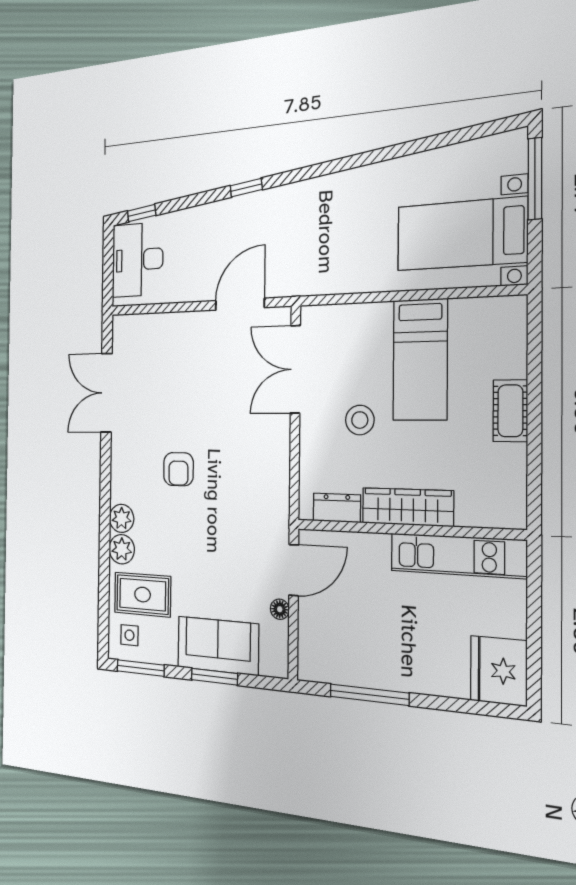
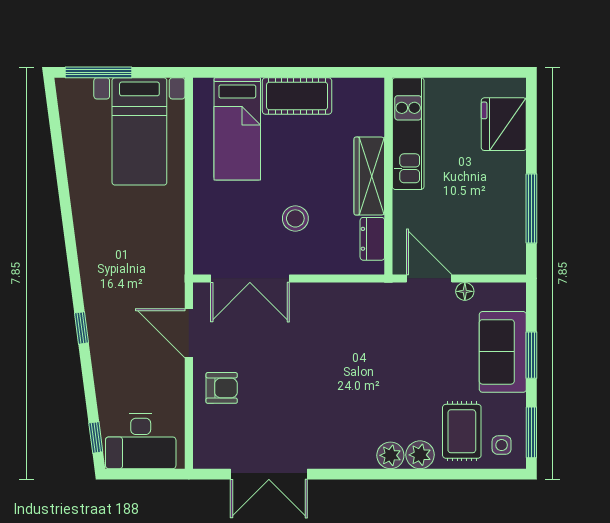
bed: (420, 360) -> (237, 129), moved, turned 90
cot: (510, 411) -> (297, 96), width x1.37, depth x1.34
armchair: (179, 469) -> (222, 388), moved
fridge: (499, 671) -> (504, 124), moved, turned 90

